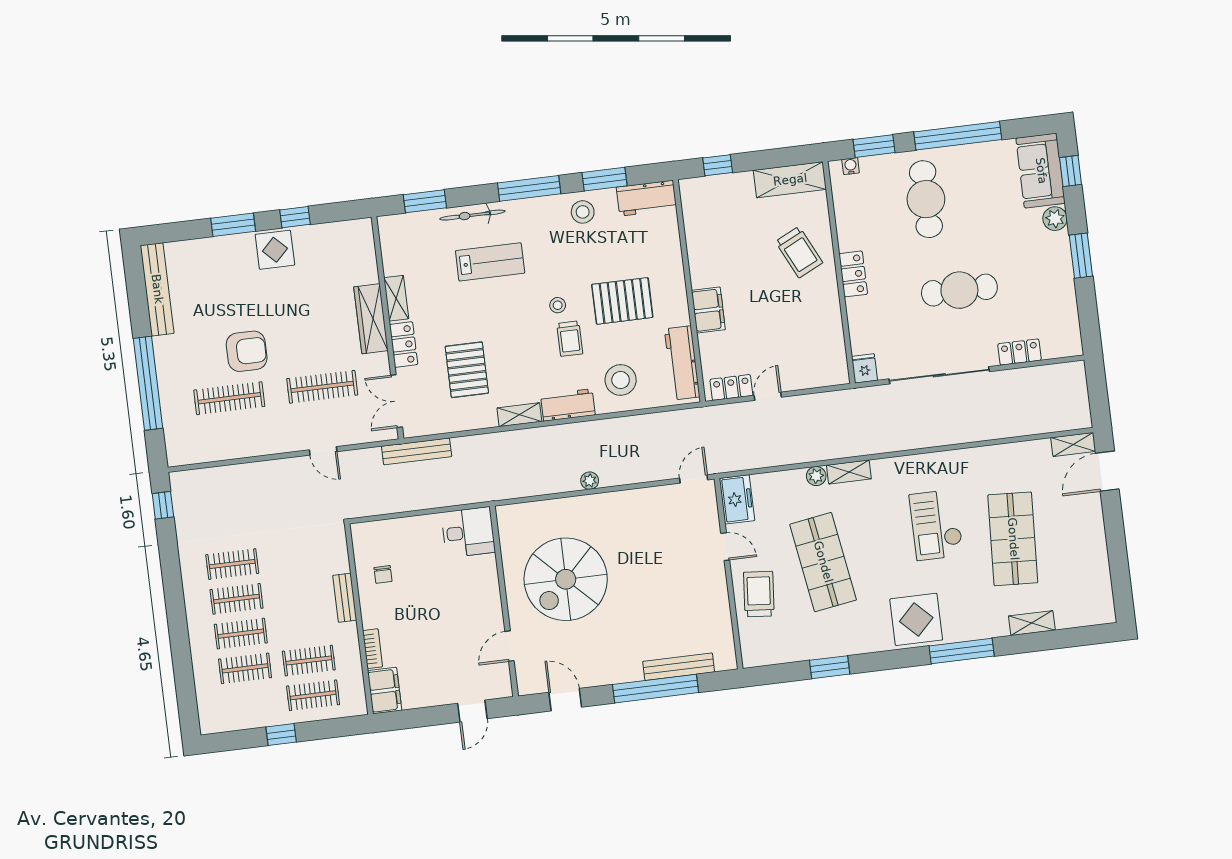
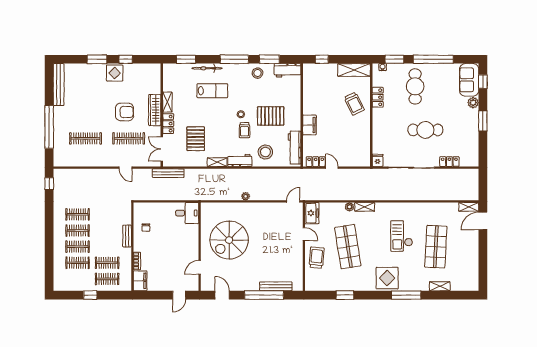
locker: (853, 274) -> (378, 97), moved
armchair: (247, 351) -> (124, 112), moved
door: (768, 396) -> (332, 168), hinge flipped

